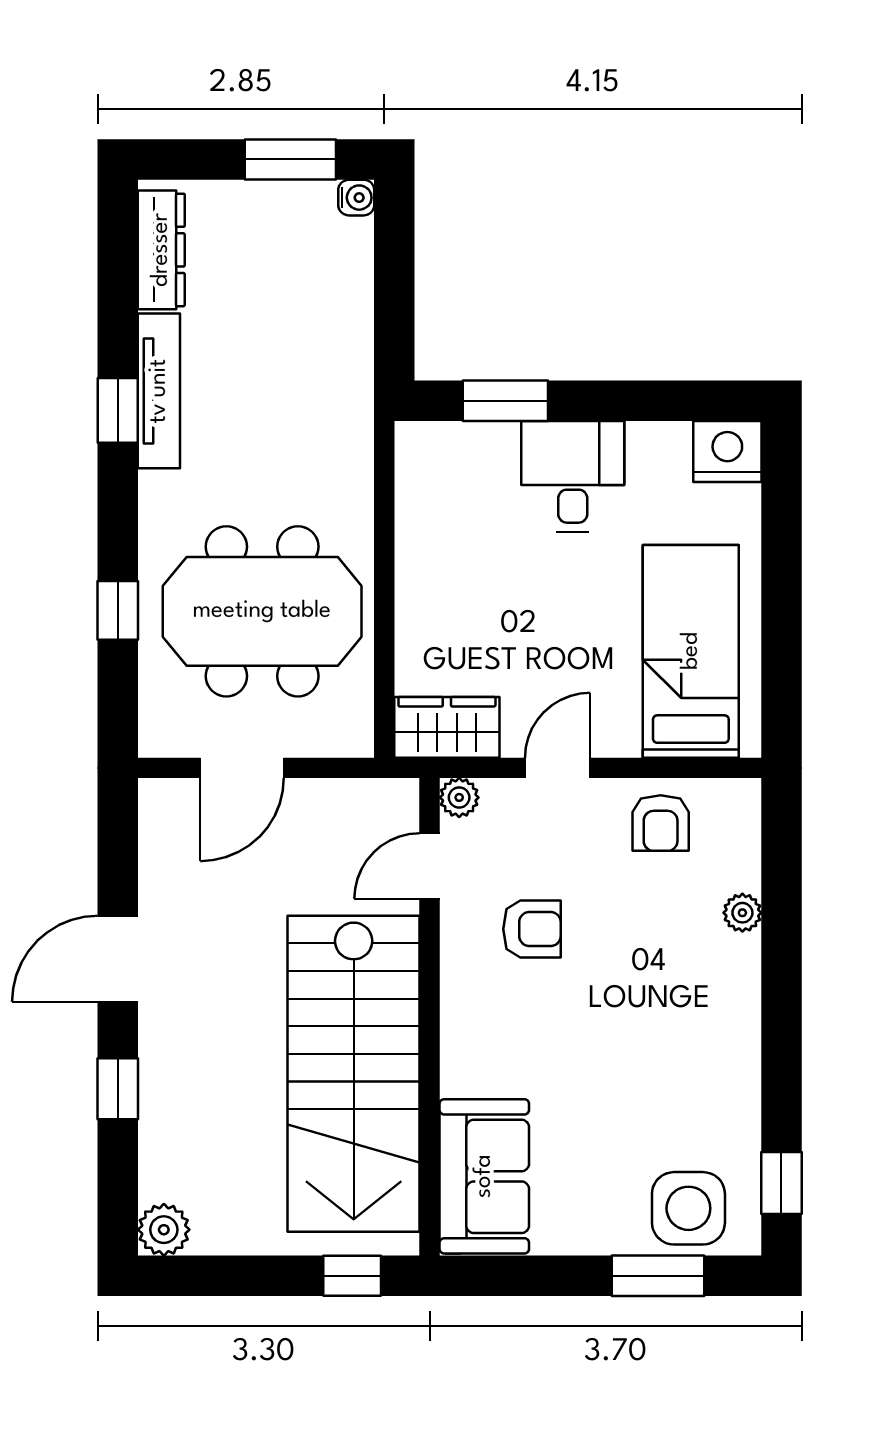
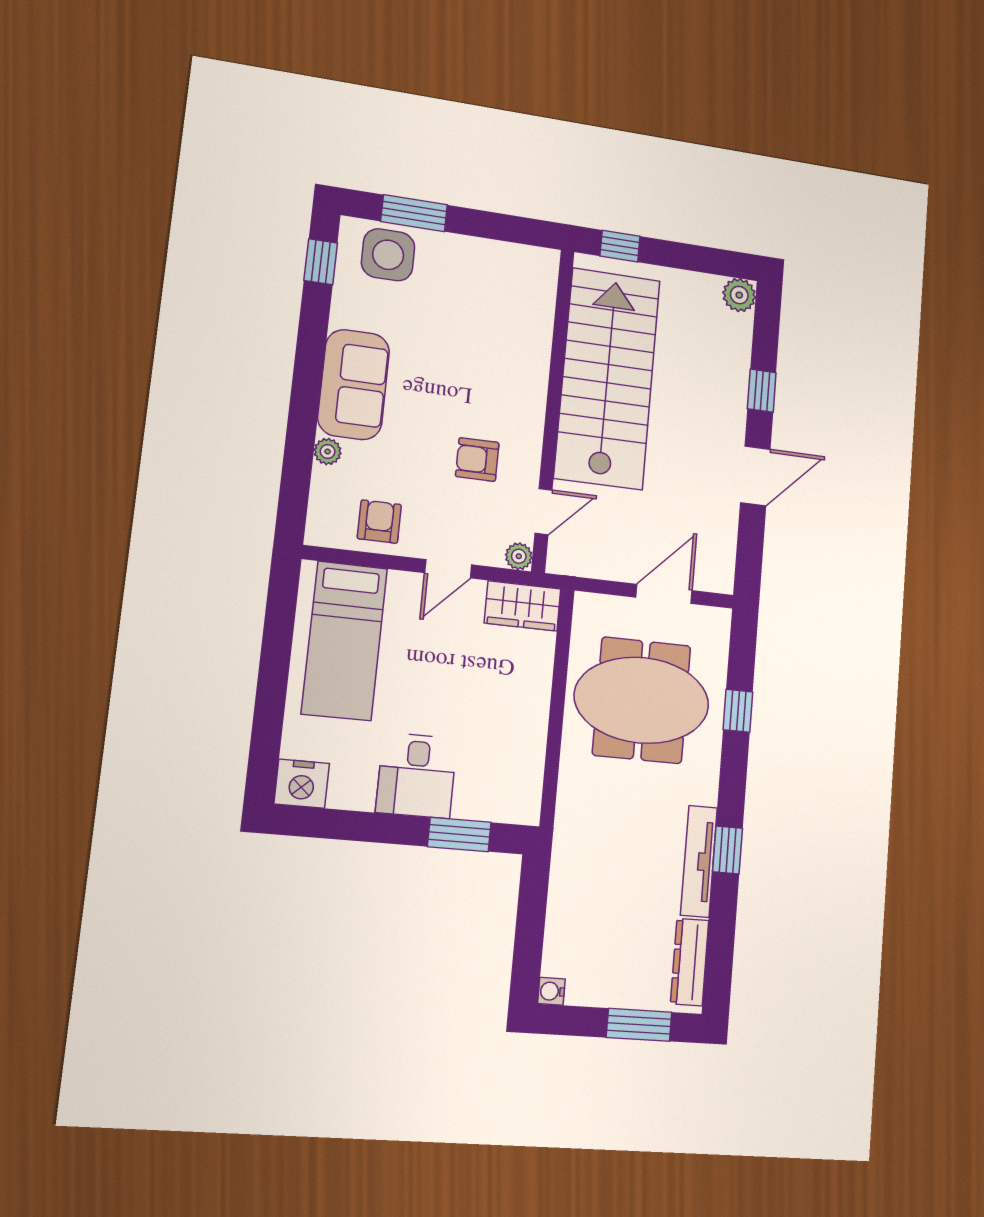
window: (290, 159) -> (639, 1025), moved
sofa: (484, 1176) -> (354, 384), moved, turned 180

